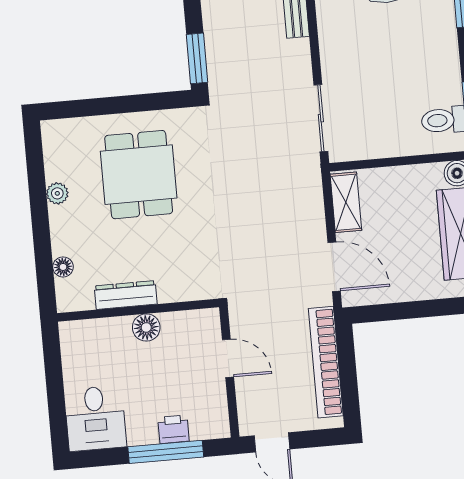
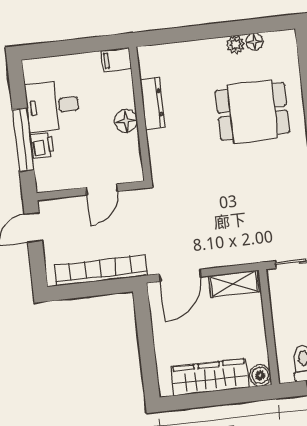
floor lamp: (63, 267) -> (255, 42), moved
filing cabinet: (72, 337) -> (116, 60), added
desk: (95, 418) -> (53, 106), moved

